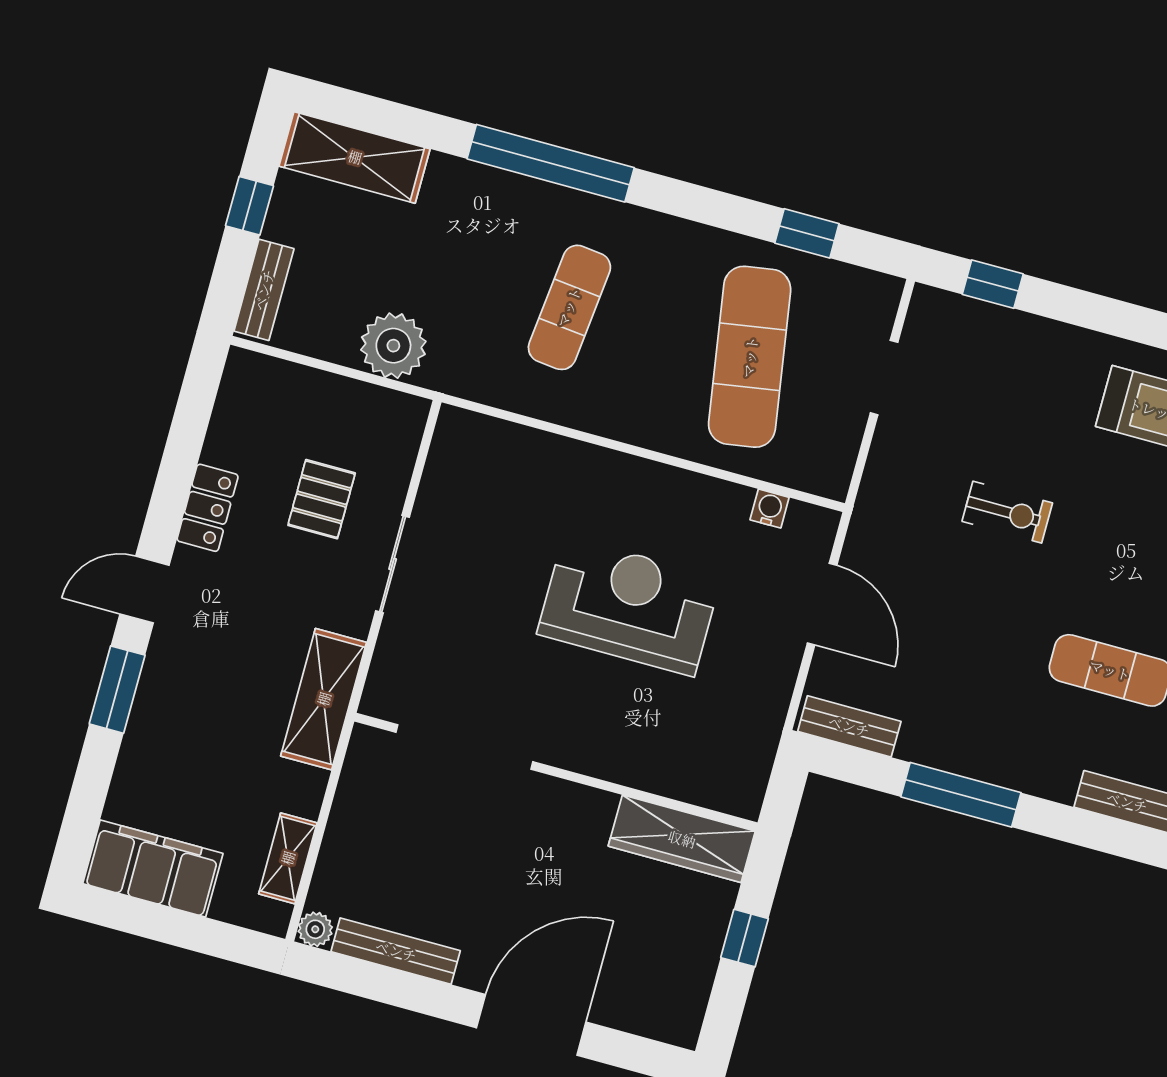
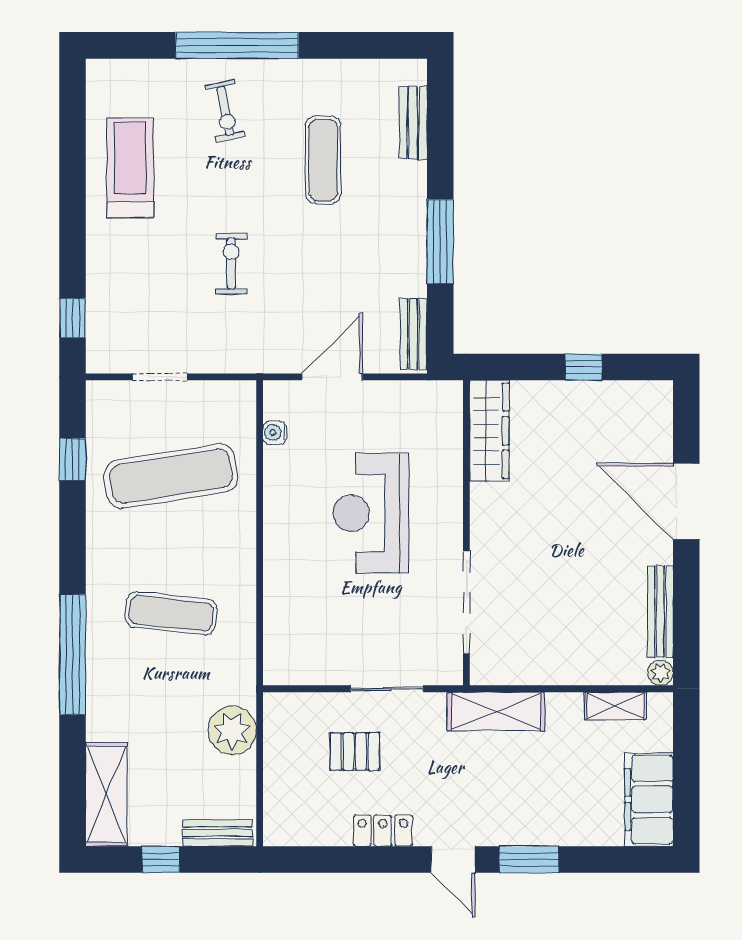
doorway: (464, 747) -> (466, 603), moved
wall: (556, 772) -> (466, 533), moved
wardrobe: (682, 839) -> (489, 431), moved

